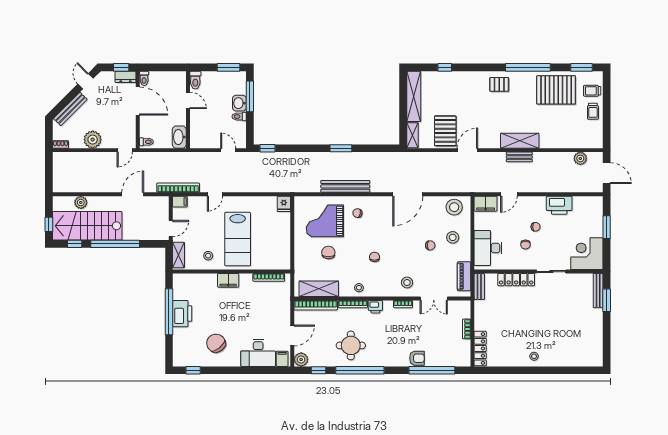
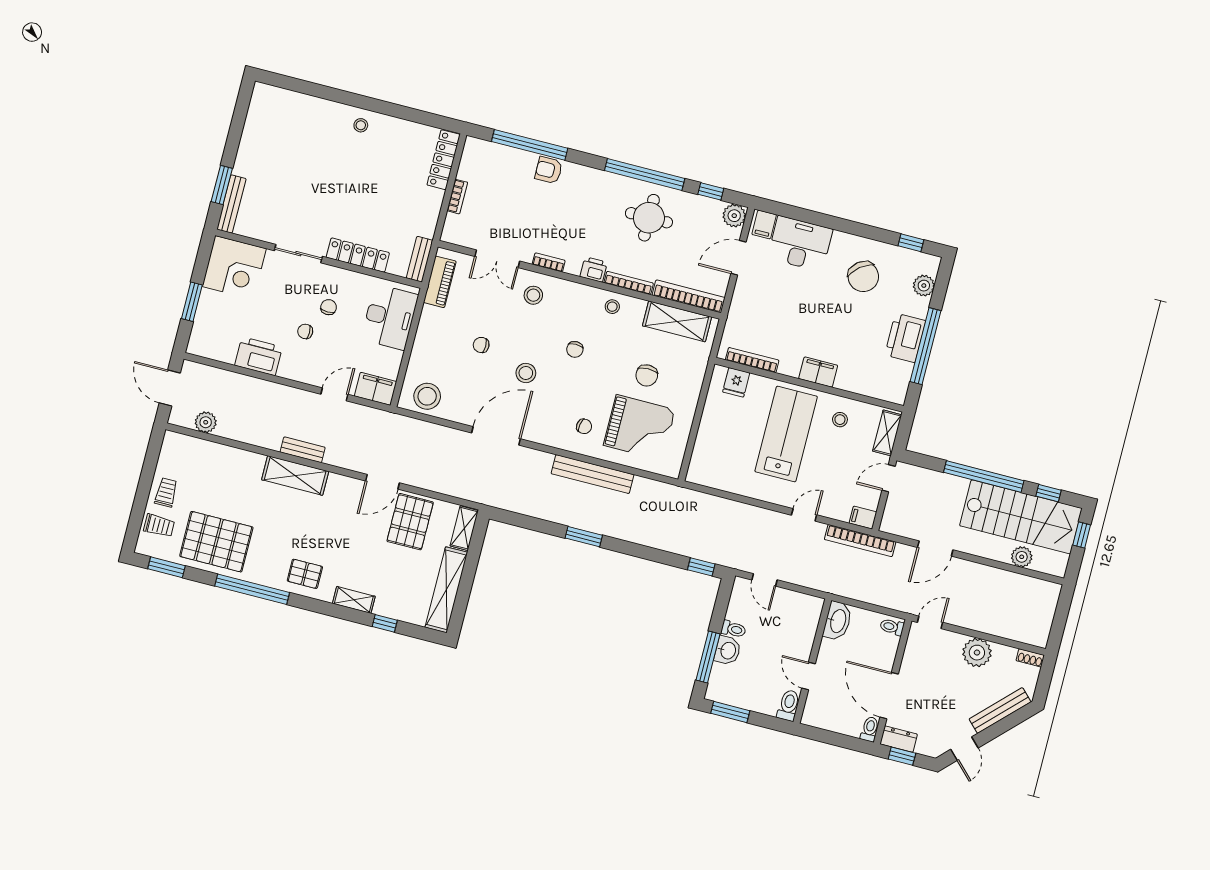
shelving: (467, 76) -> (354, 600), added
fridge: (284, 204) -> (736, 382), moved, turned 180
stool: (453, 237) -> (526, 373), moved
double door: (434, 298) -> (497, 259), swing flipped
plant: (179, 347) -> (924, 286), added

